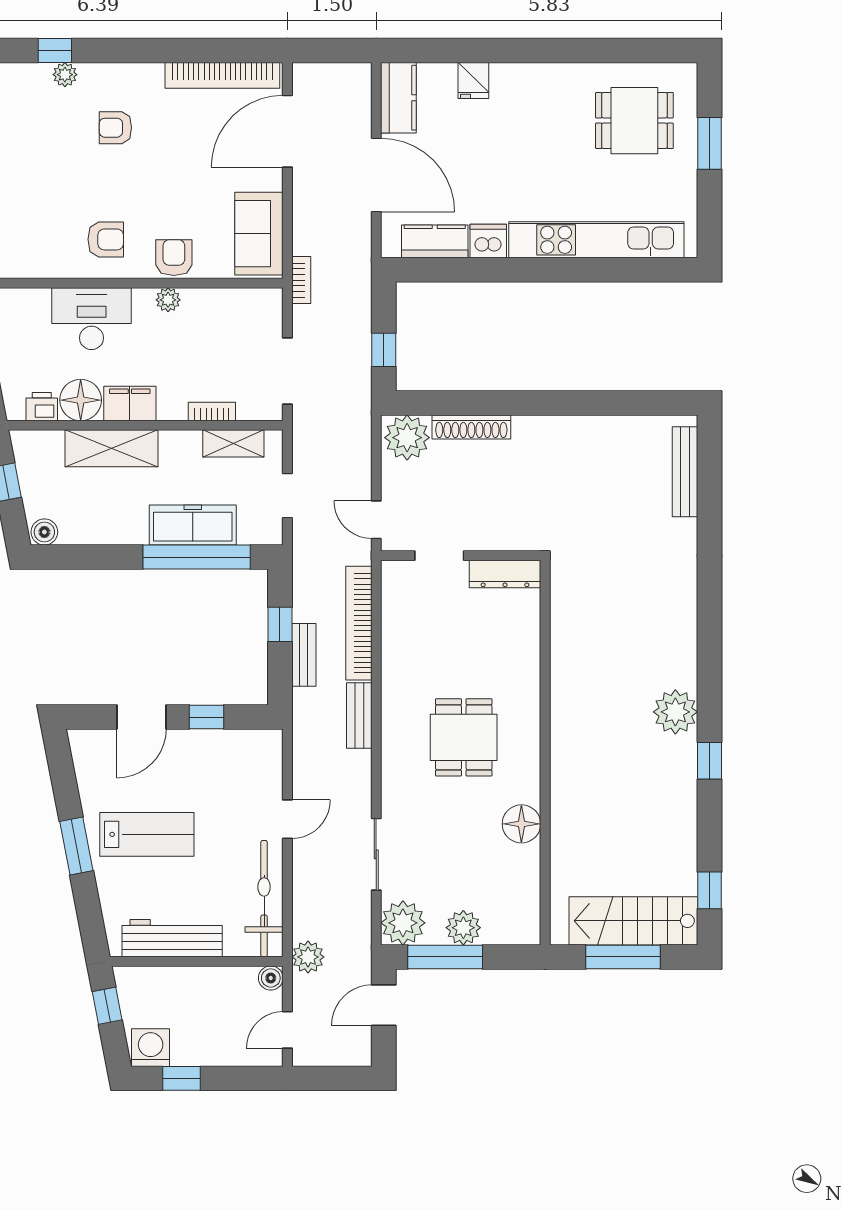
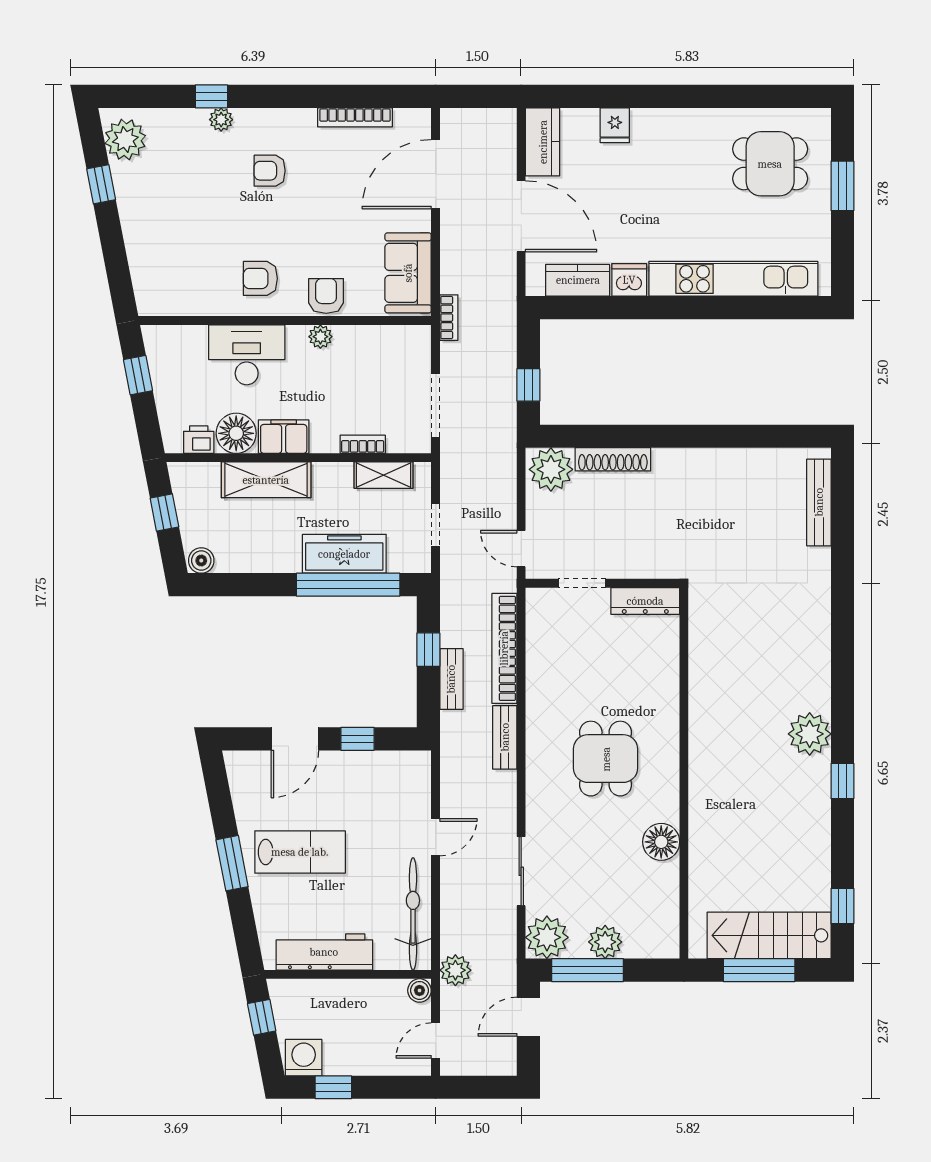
bookcase: (222, 75) -> (355, 117), width x0.68, depth x0.76
armchair: (106, 239) -> (260, 278), turned 180

